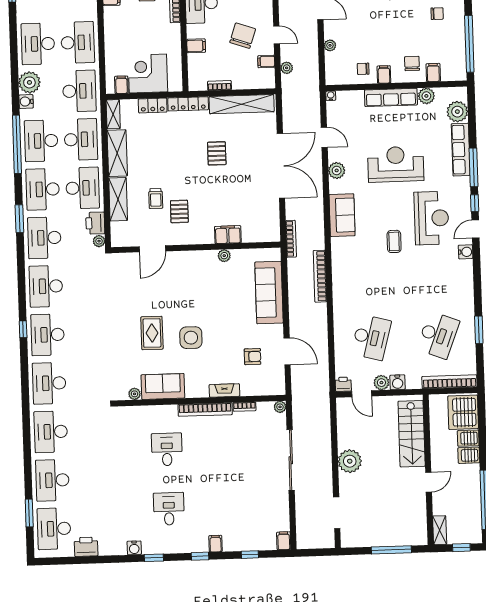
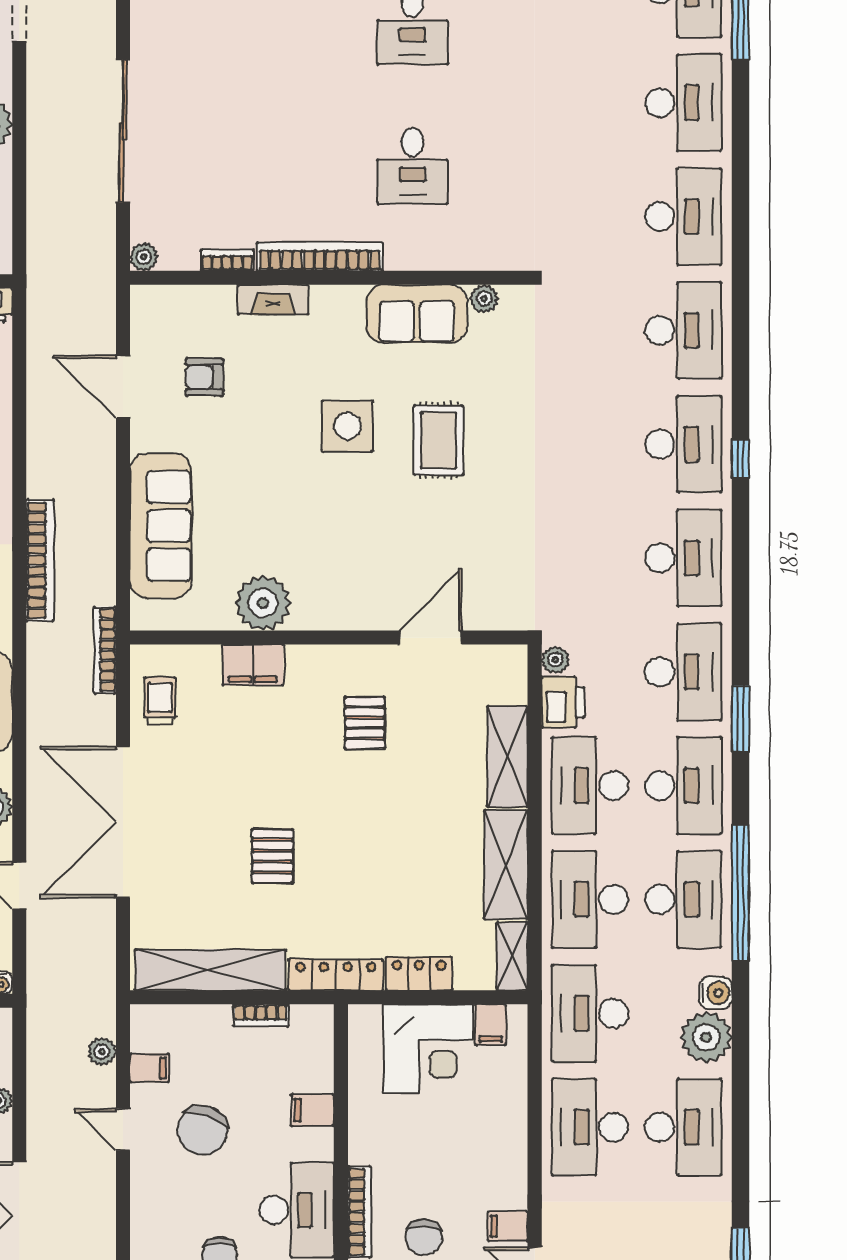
trolley: (156, 199) -> (160, 701), moved
plant: (224, 256) -> (263, 603), width x1.87, depth x1.87

